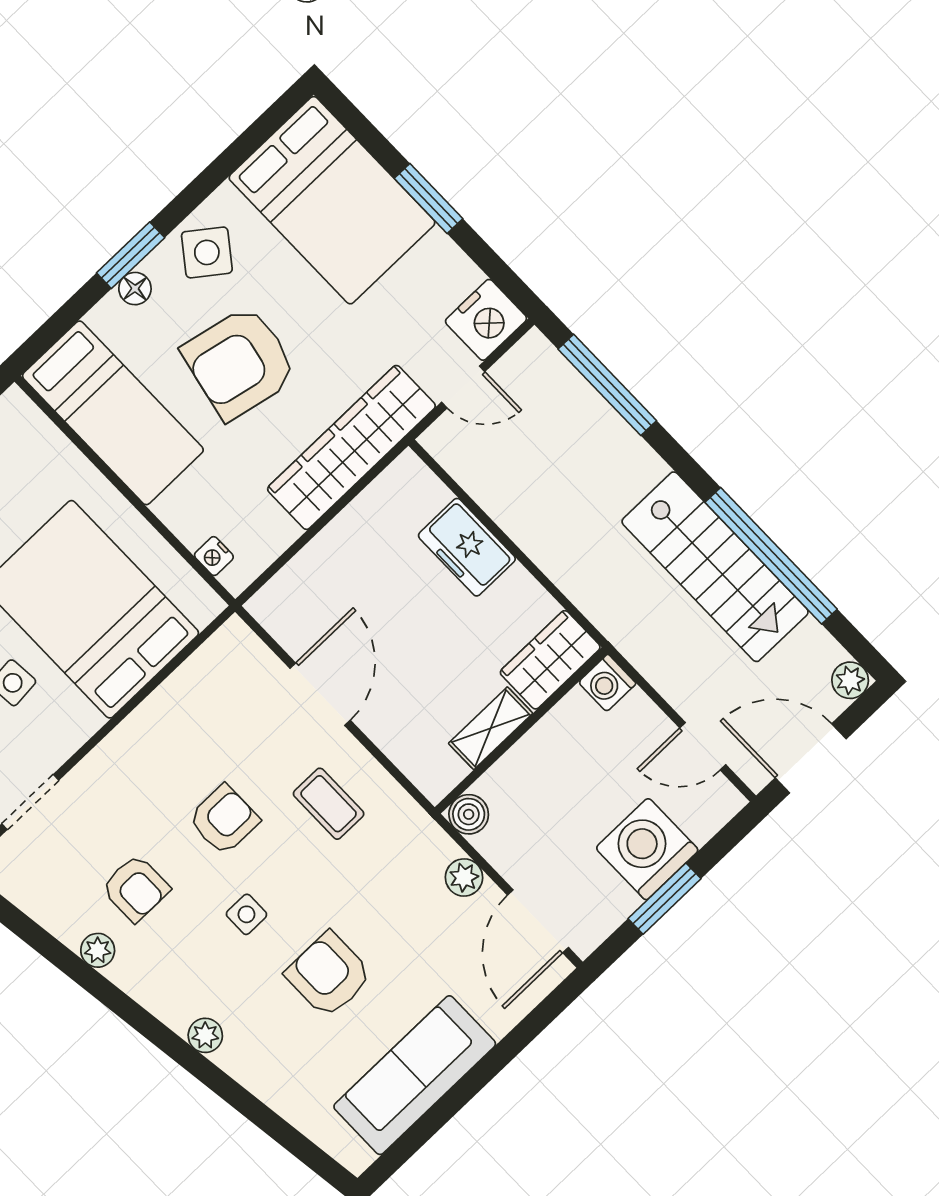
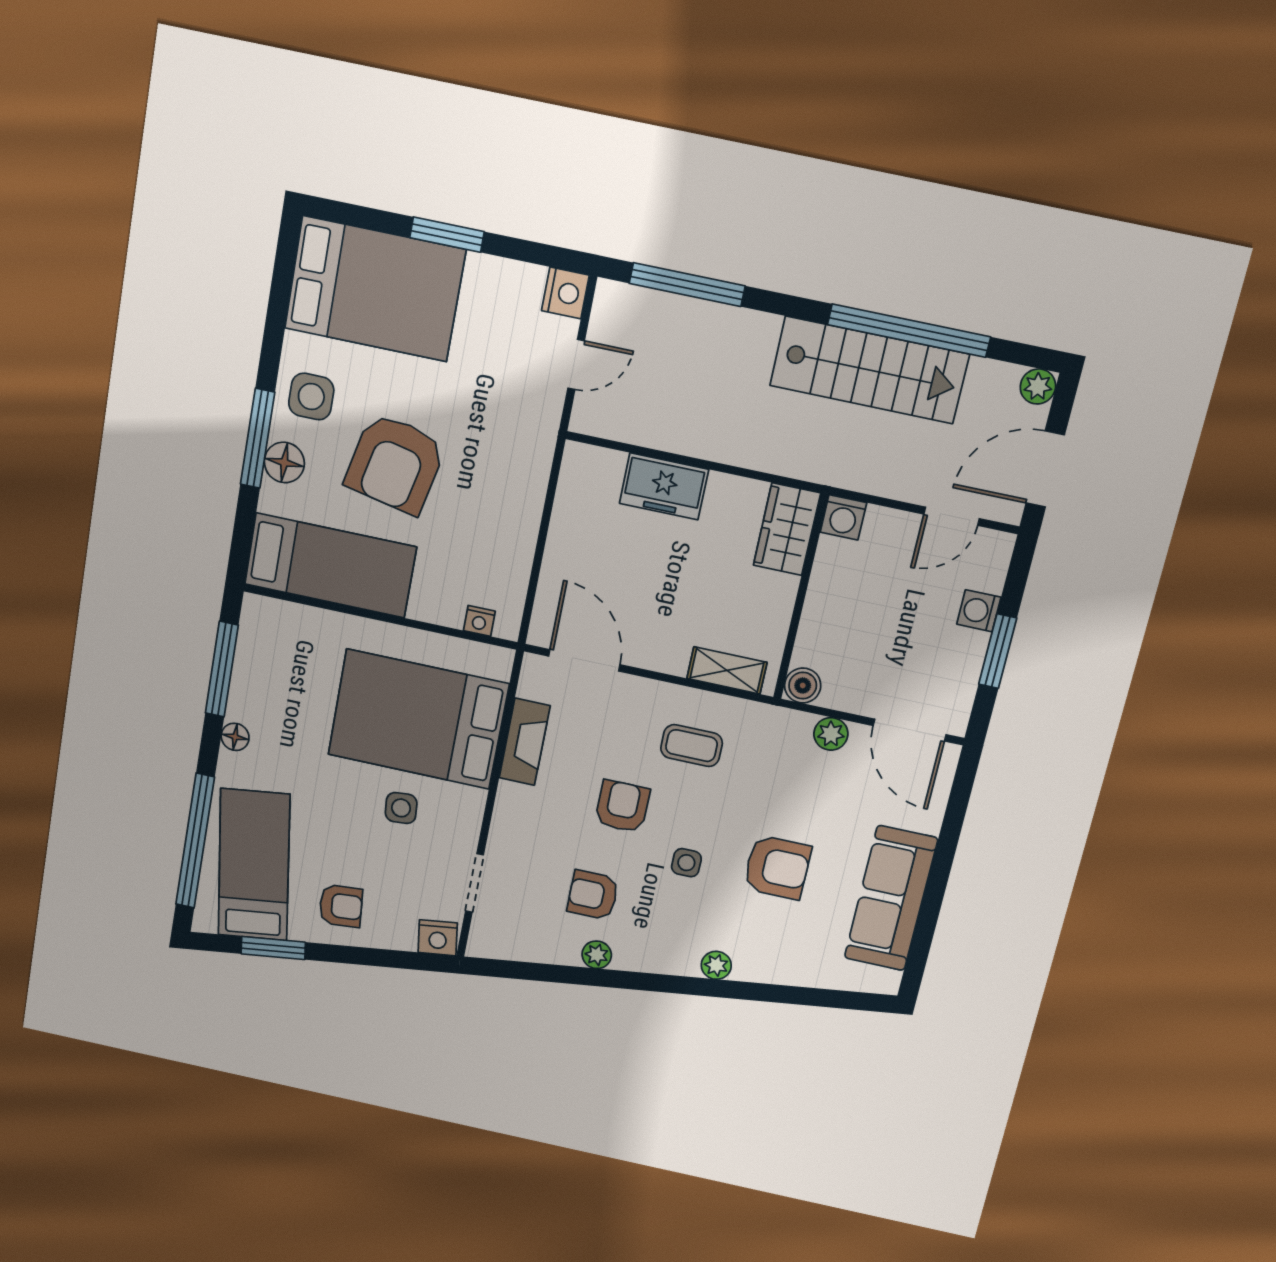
side table: (207, 252) -> (311, 397), turned -37
window: (131, 255) -> (258, 438), width x1.44
floor lamp: (135, 289) -> (284, 463), width x1.37, depth x1.37
nightstand: (486, 320) -> (565, 293), width x0.74, depth x0.75
wardrobe: (351, 447) -> (524, 470), removed
door: (320, 694) -> (584, 660), moved
fireplace: (175, 697) -> (525, 742), added
shelving: (491, 728) -> (727, 670), moved, turned 90
washing machine: (647, 849) -> (979, 611), width x0.53, depth x0.53
armchair: (136, 888) -> (593, 895), turned 180
armchair: (329, 975) -> (777, 867), turned 180

